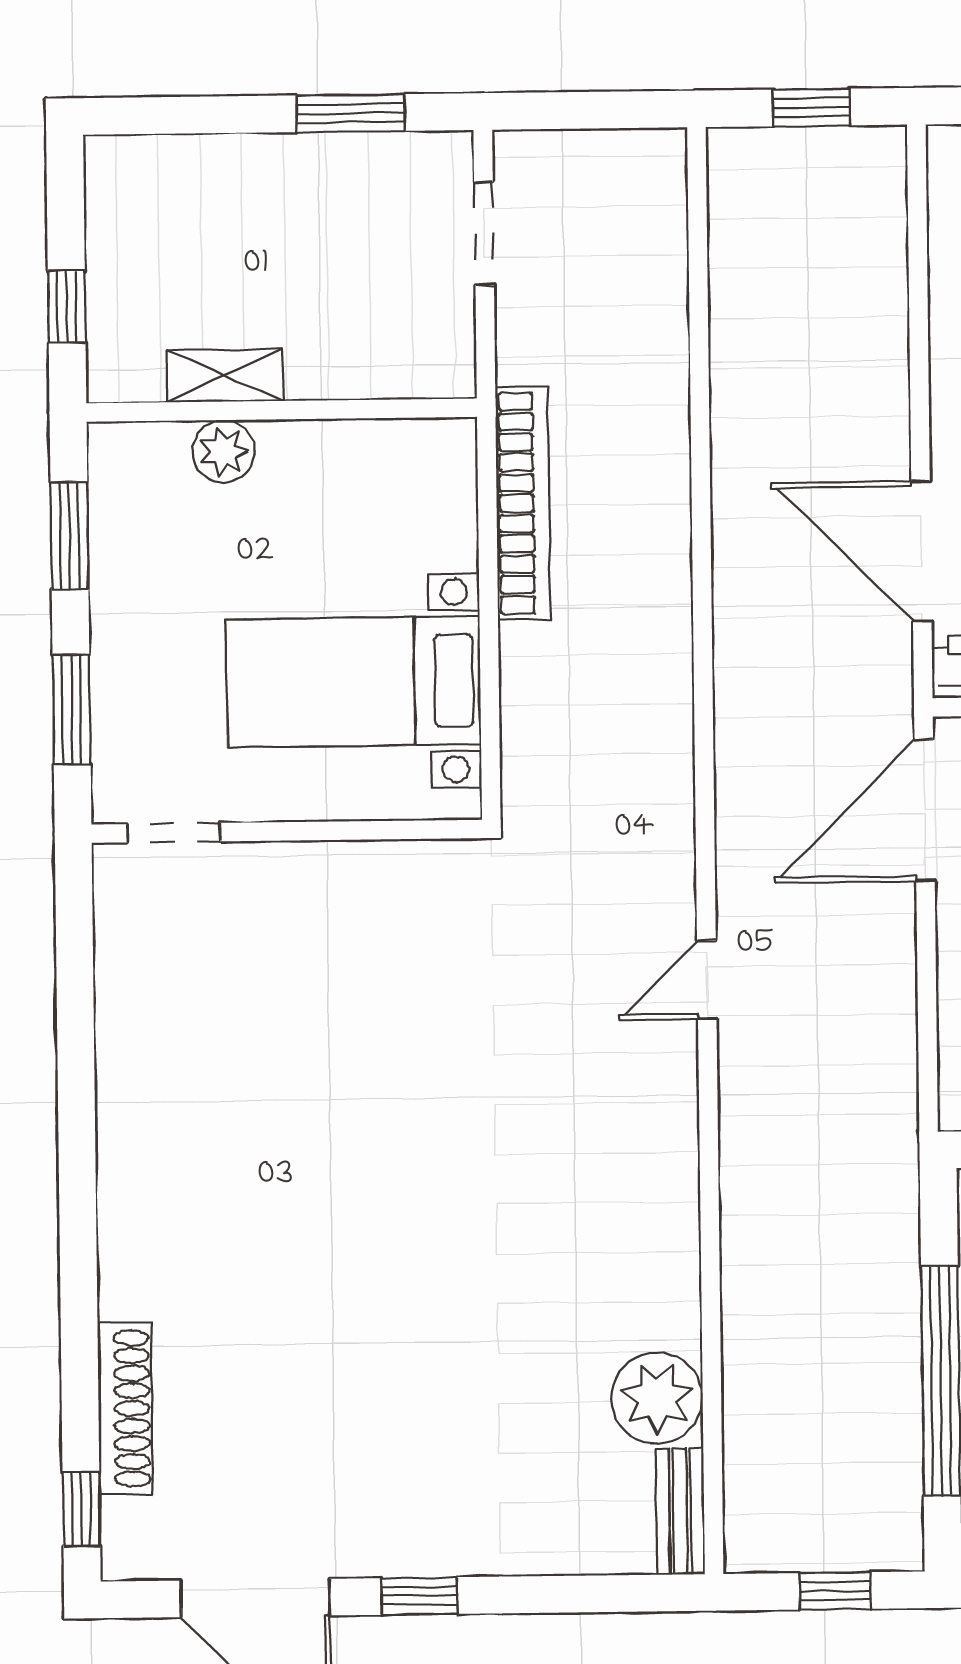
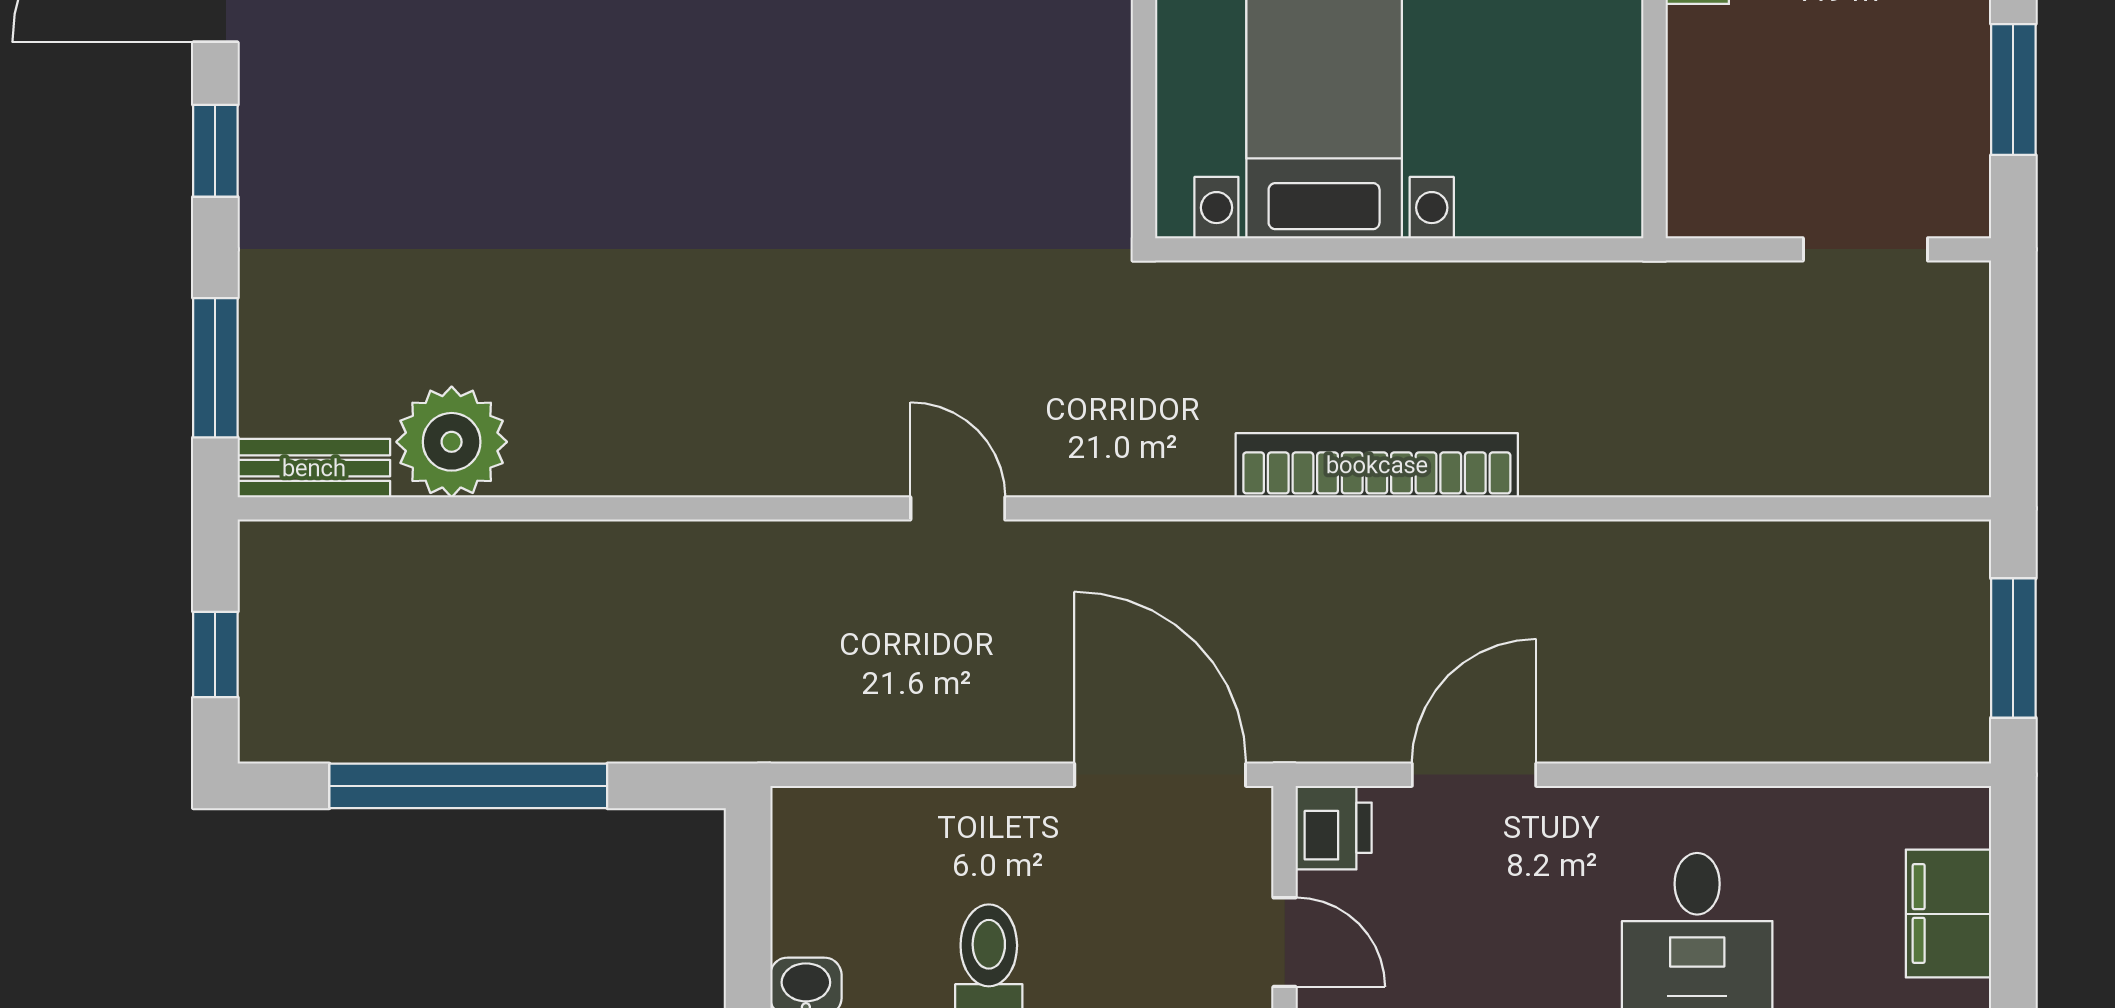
window: (811, 107) -> (2013, 648), width x1.50
bookcase: (523, 503) -> (1377, 465), moved, turned 180
door: (921, 551) -> (1474, 775), width x0.73
window: (598, 1594) -> (215, 368), added

